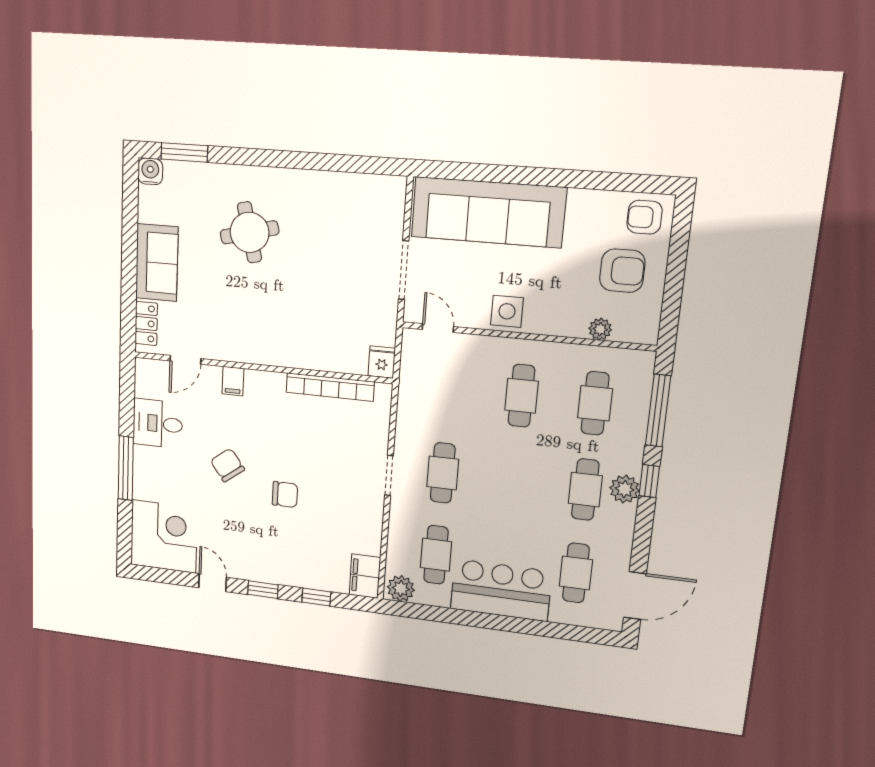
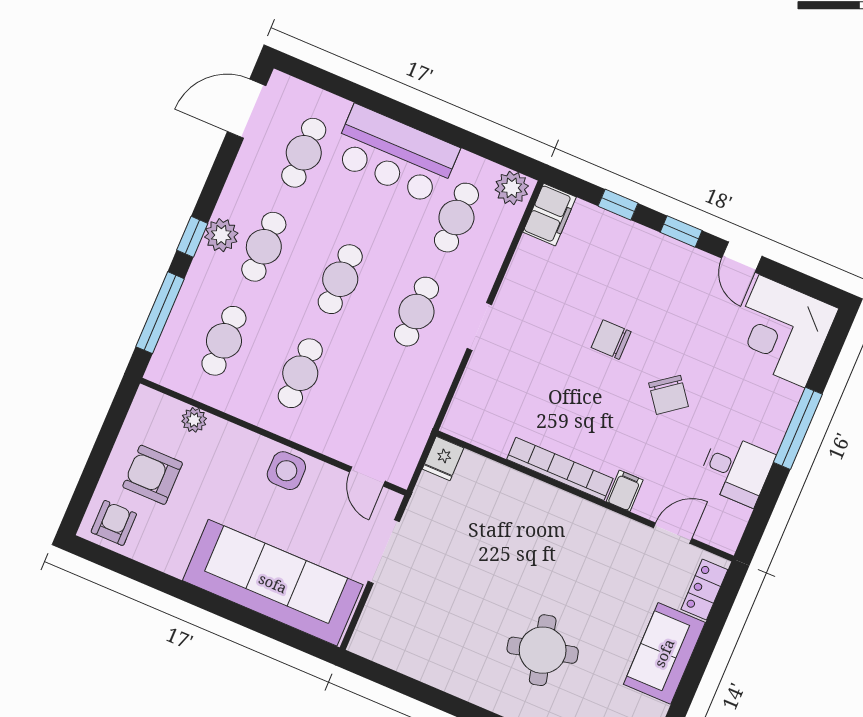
armchair: (644, 217) -> (114, 523), turned -90
bookcase: (330, 387) -> (560, 469), moved
cafe table: (513, 481) -> (340, 279), added

